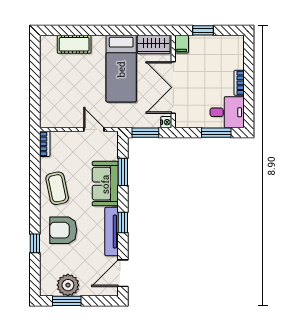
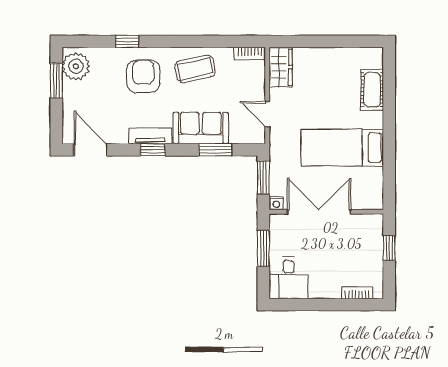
filing cabinet: (182, 44) -> (372, 222), removed
wardrobe: (154, 45) -> (281, 67), moved, turned 180
bookcase: (239, 83) -> (357, 293), moved
door: (94, 130) -> (267, 114), swing flipped
window: (216, 133) -> (263, 249), moved
tv unit: (112, 232) -> (150, 136), width x0.71
plant: (68, 285) -> (76, 66), moved

